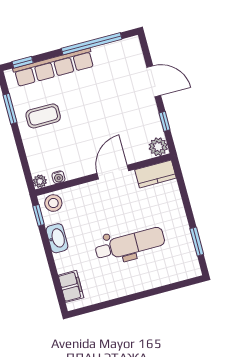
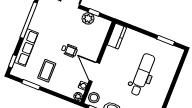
row of seats: (54, 67) -> (26, 48), width x0.73
wheelchair: (91, 126) -> (69, 50), added
plant: (158, 147) -> (88, 18), moved
door: (113, 172) -> (94, 72), moved

